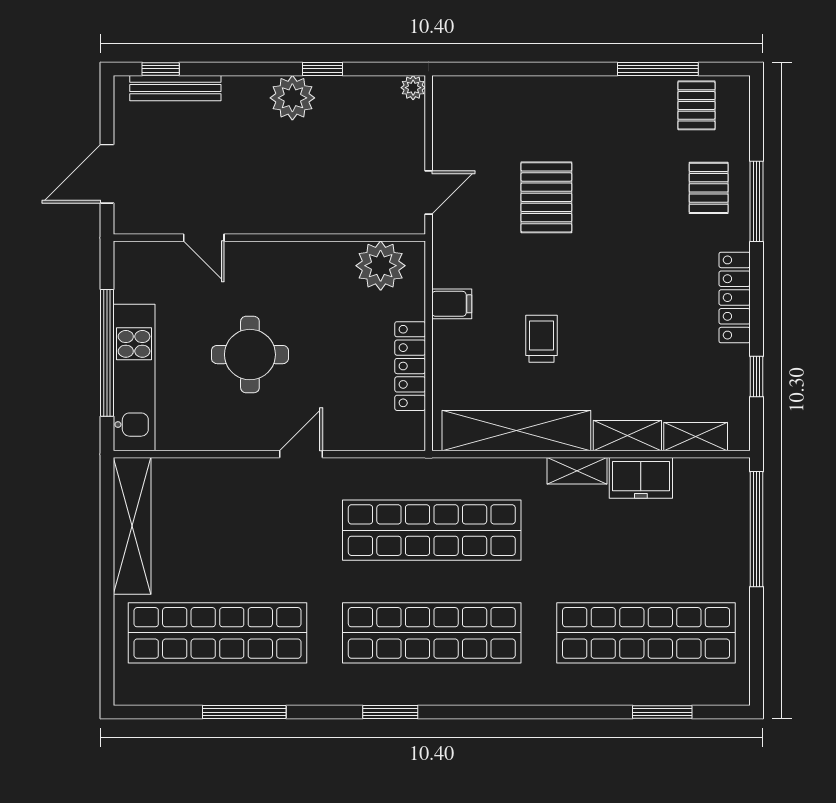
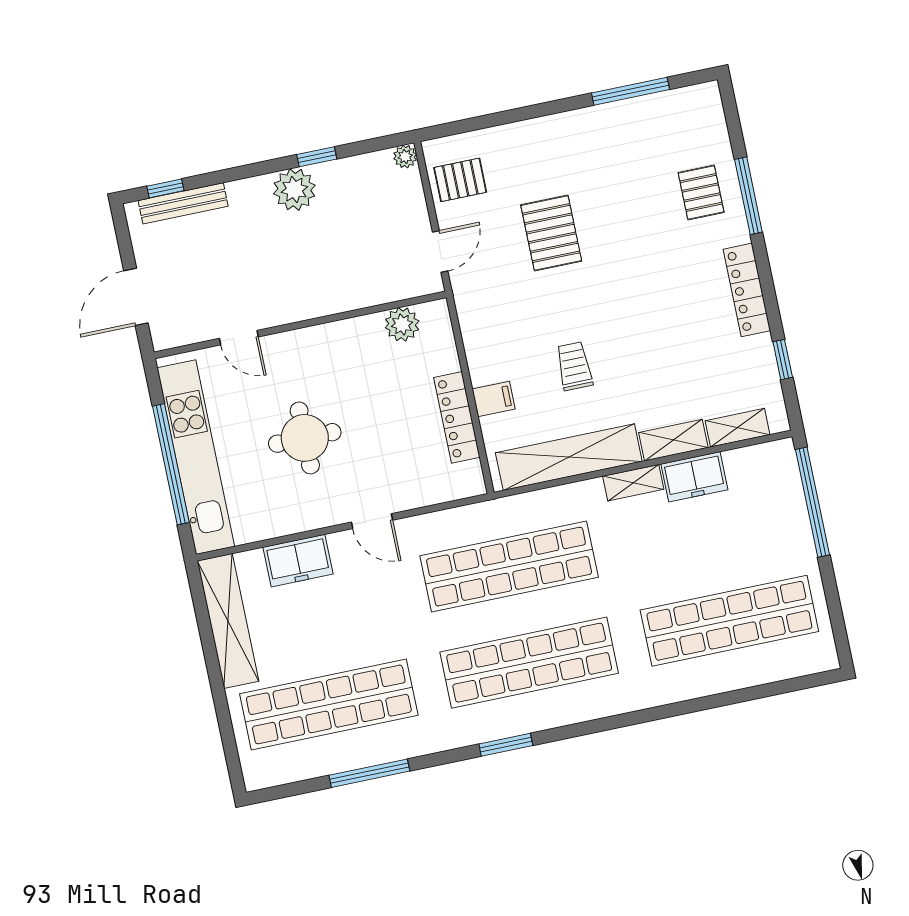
pallet: (696, 105) -> (460, 180), moved, turned 90
plant: (381, 266) -> (402, 324), width x0.73, depth x0.73
filing cabinet: (452, 304) -> (494, 399), moved
kitchen unit: (134, 378) -> (196, 457), width x1.36
door: (301, 454) -> (372, 521), swing flipped
freezer: (217, 479) -> (298, 561), added
window: (662, 712) -> (760, 692), removed

